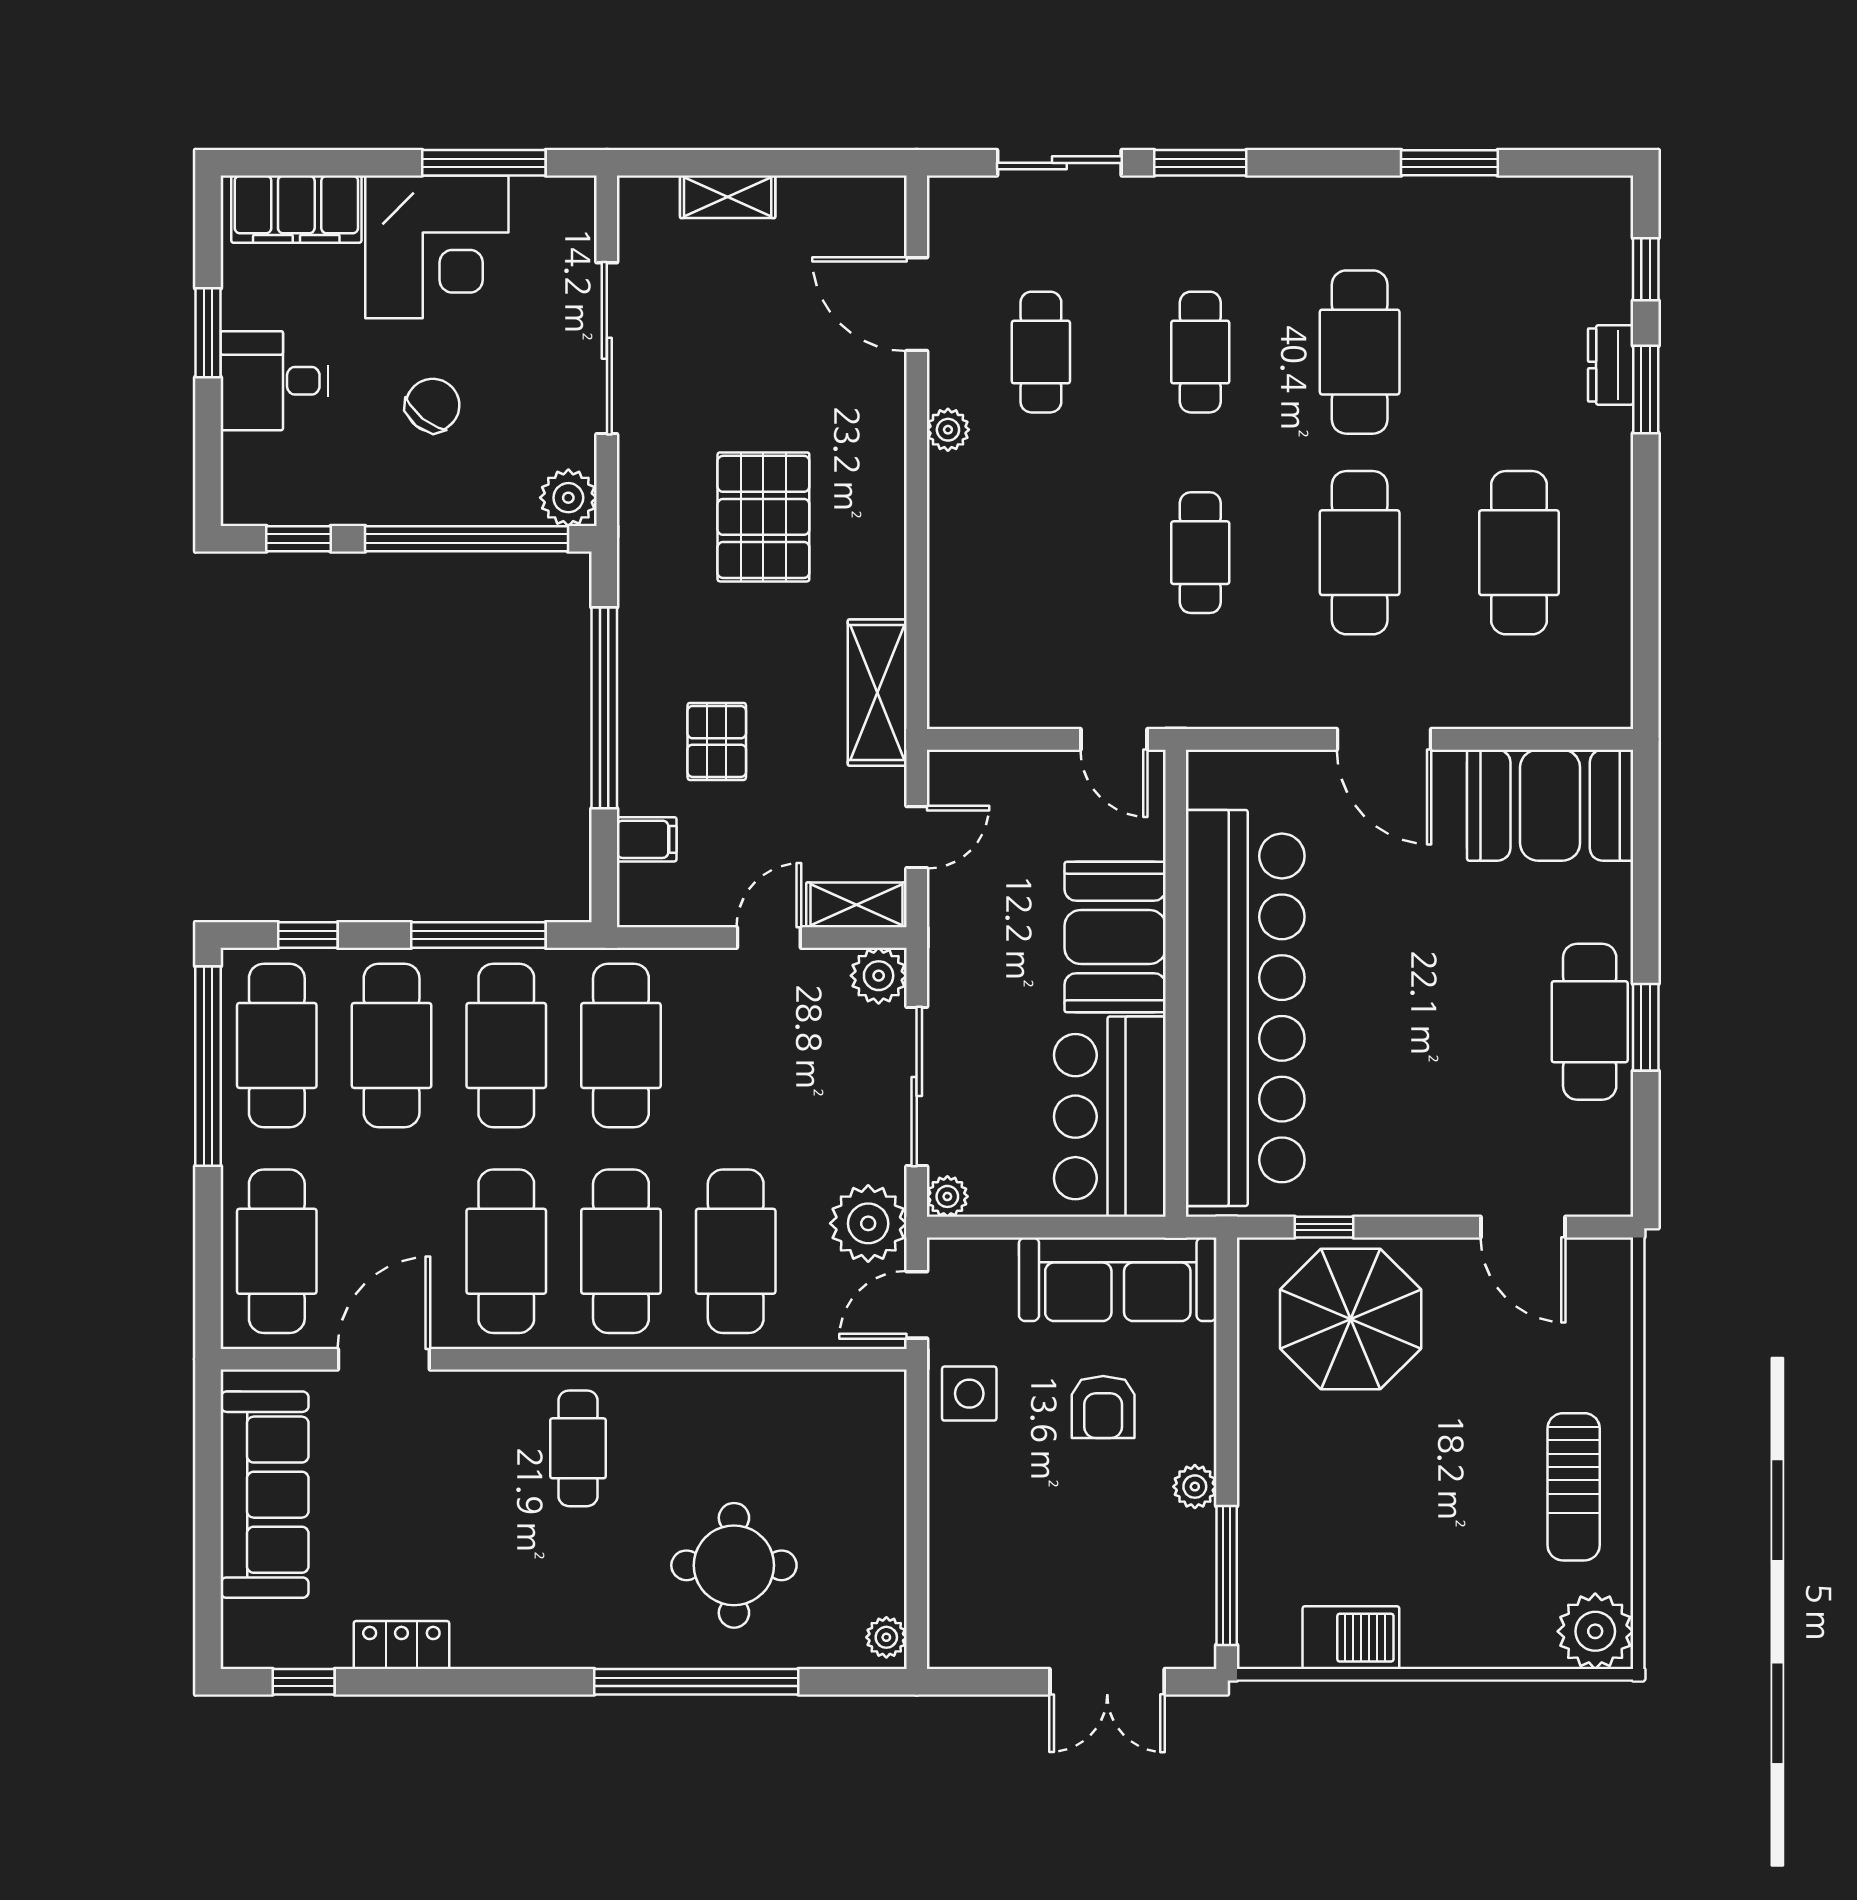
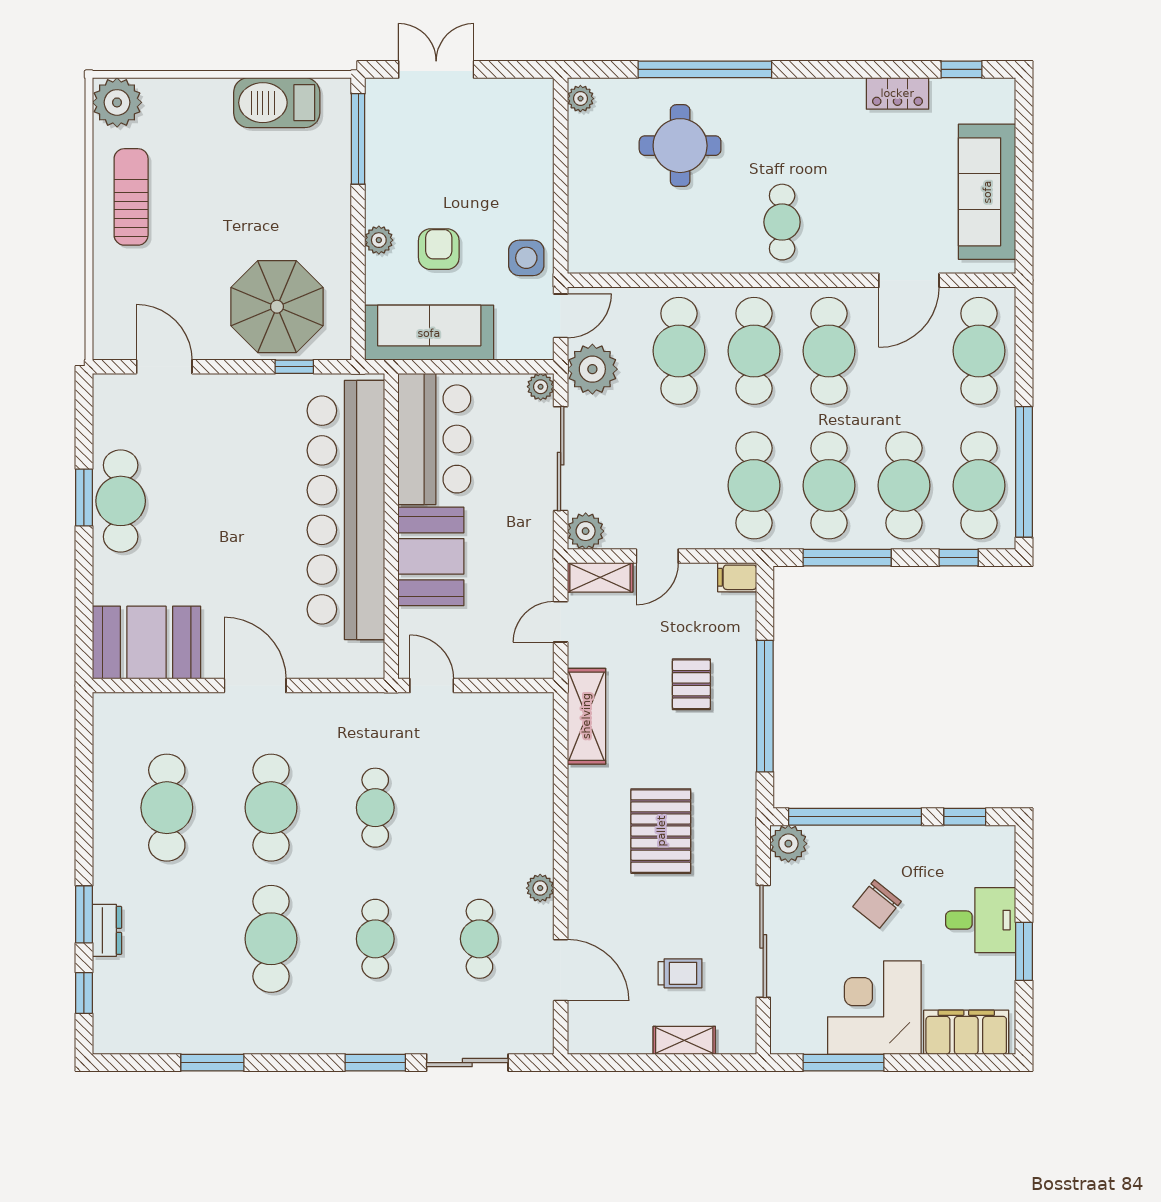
trolley: (734, 299) -> (680, 973), added
filing cabinet: (647, 839) -> (737, 577), moved
plant: (1195, 1487) -> (379, 240), moved
barbecue: (1351, 1638) -> (277, 103), width x1.37, depth x1.21

